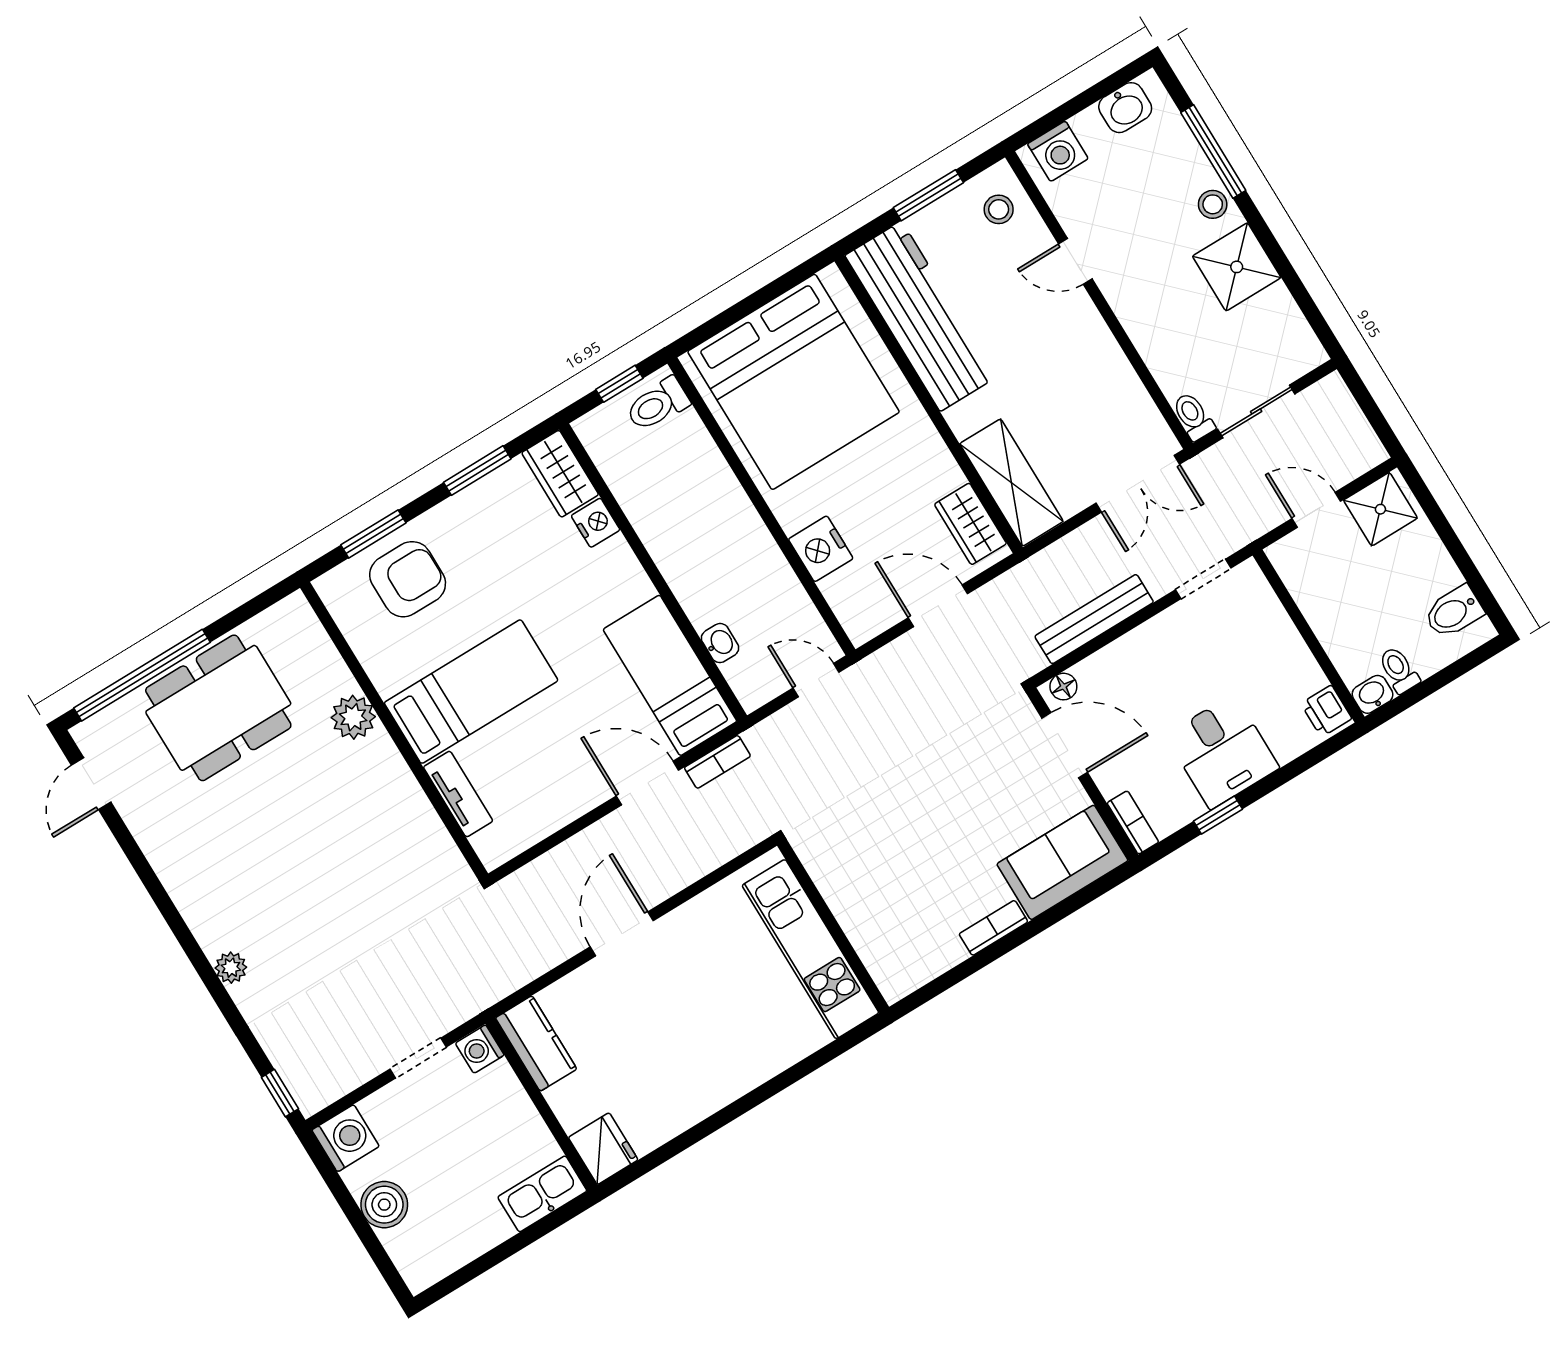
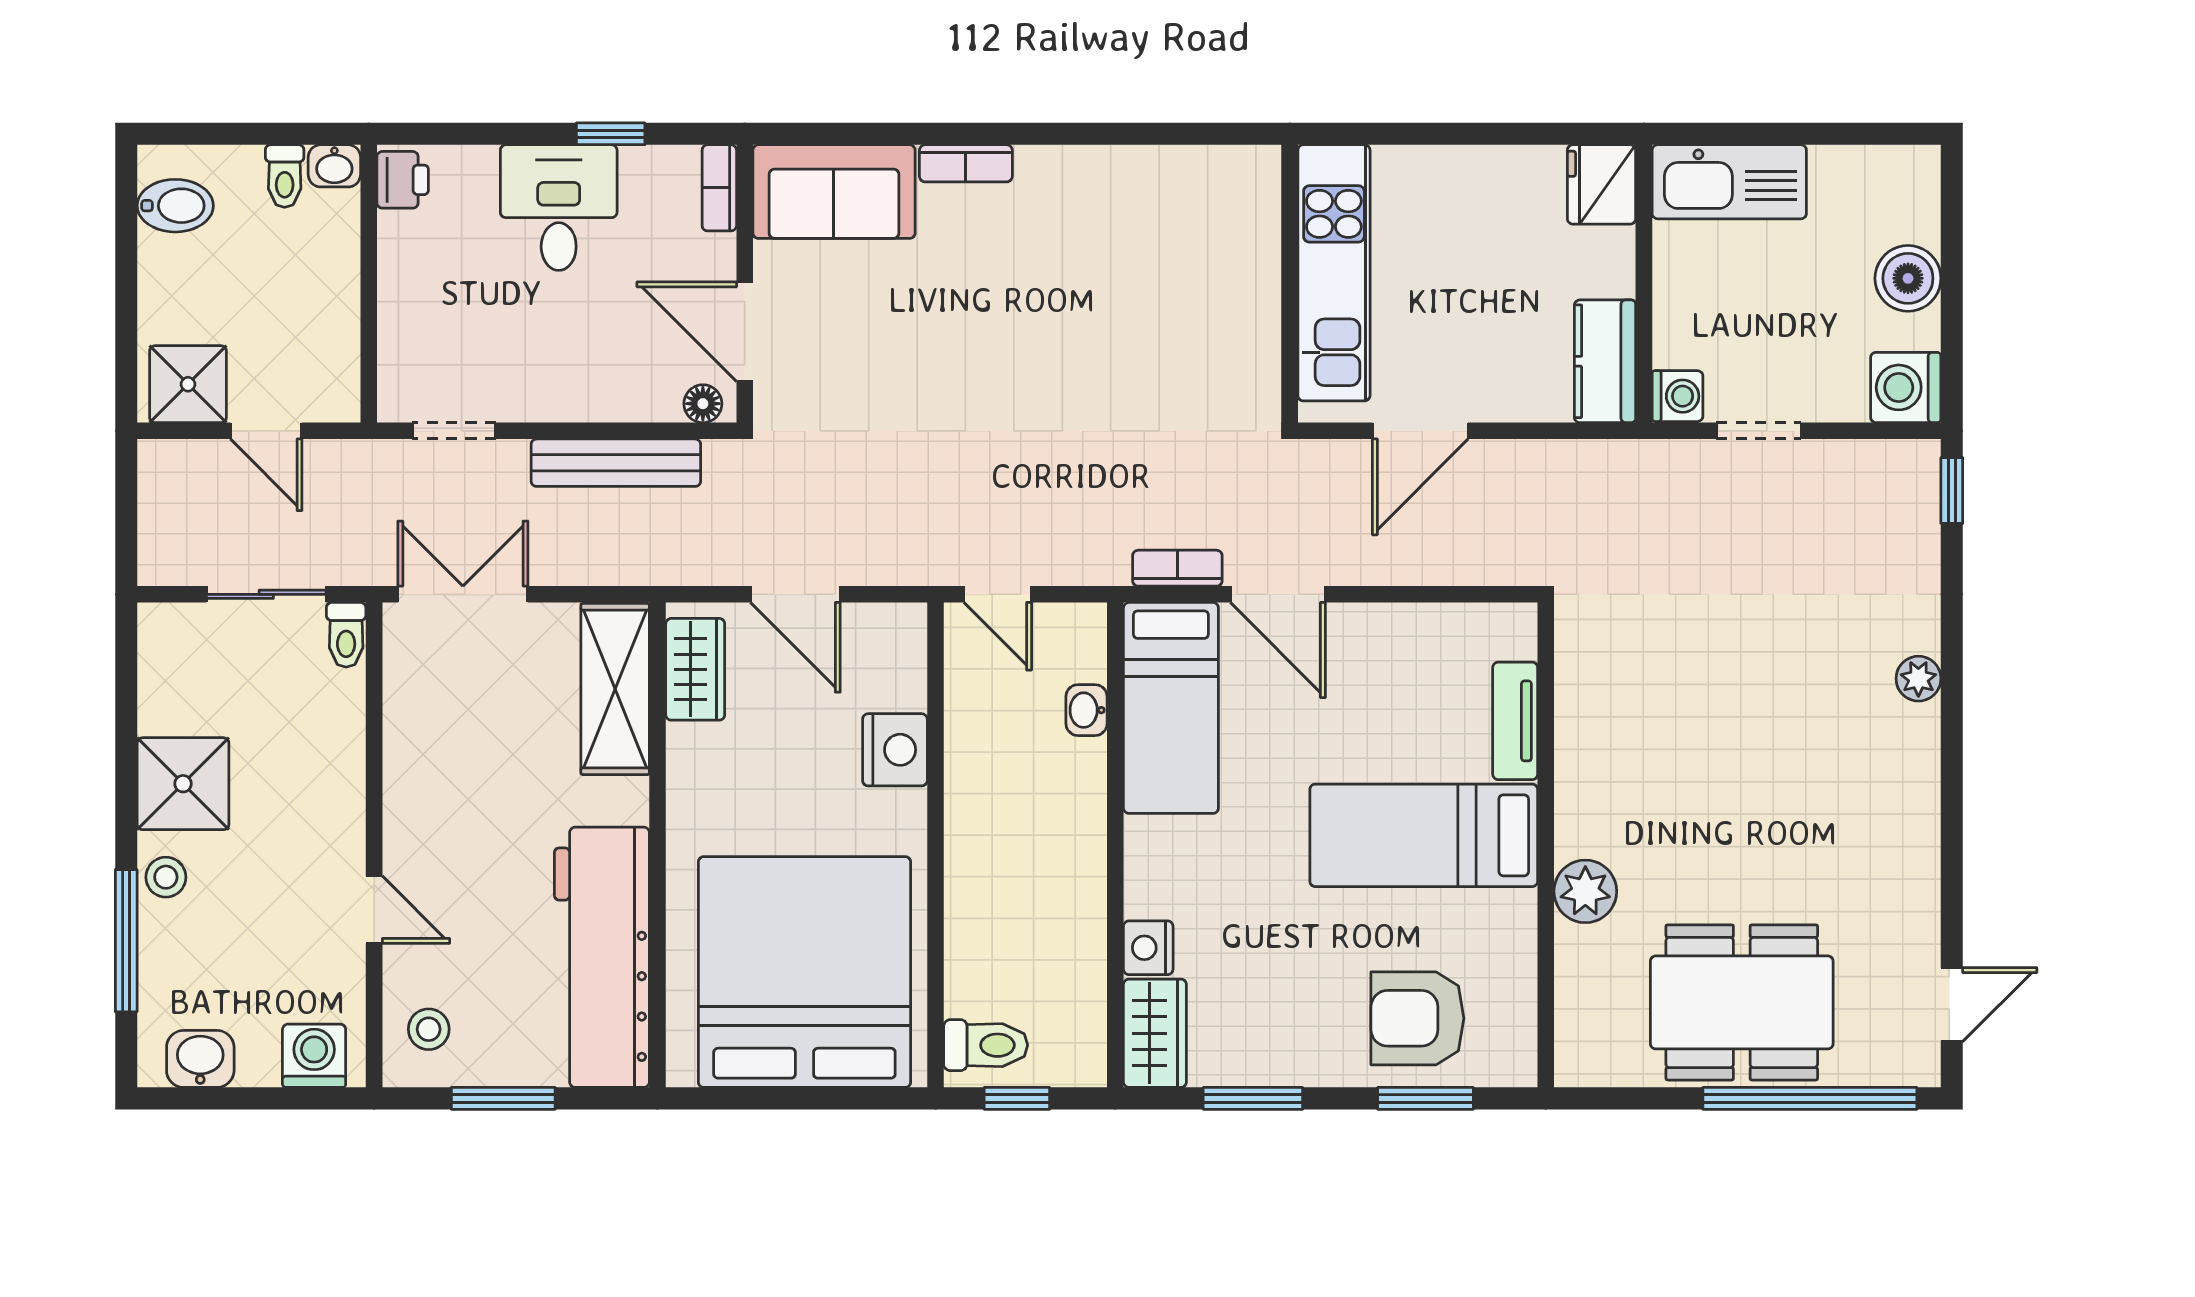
wall: (833, 926) -> (1290, 284), moved
kitchen unit: (810, 949) -> (1334, 273), moved
kitchen sink: (542, 1194) -> (1729, 182), width x1.36, depth x1.24

